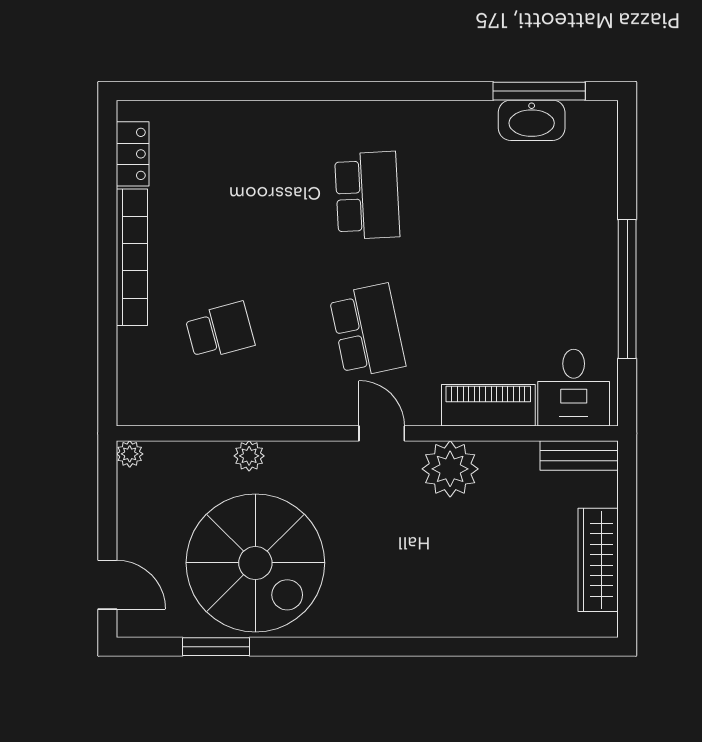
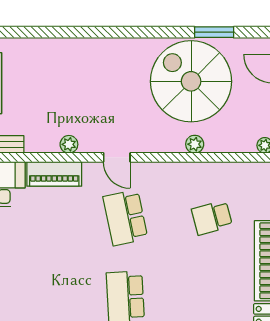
plant: (450, 469) -> (69, 144), width x0.53, depth x0.53

